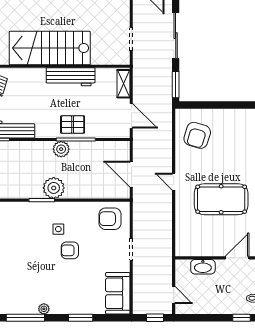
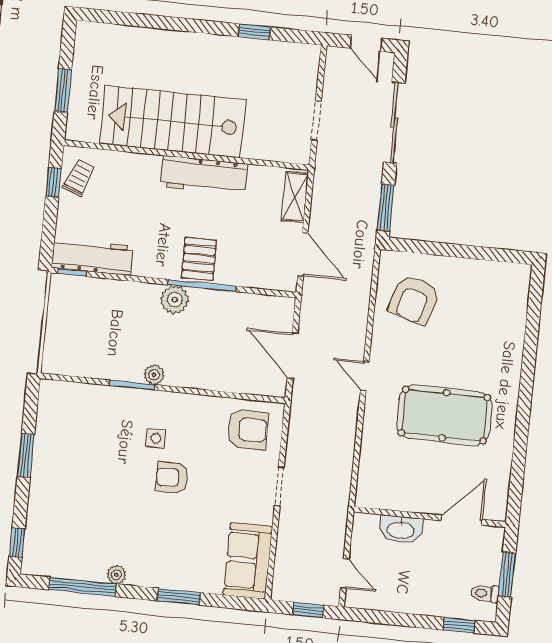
pallet: (73, 125) -> (199, 259), turned 90
plant: (54, 188) -> (154, 375), width x0.53, depth x0.53
armchair: (110, 219) -> (248, 429), turned 180

